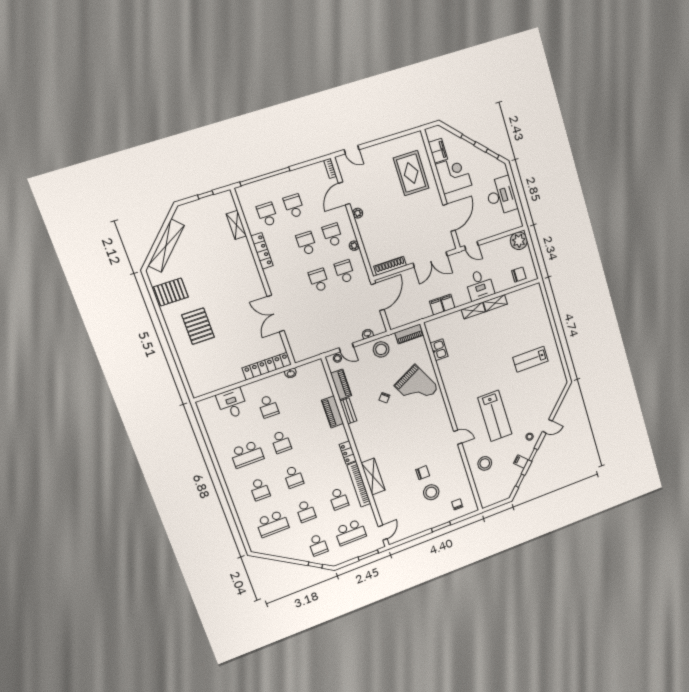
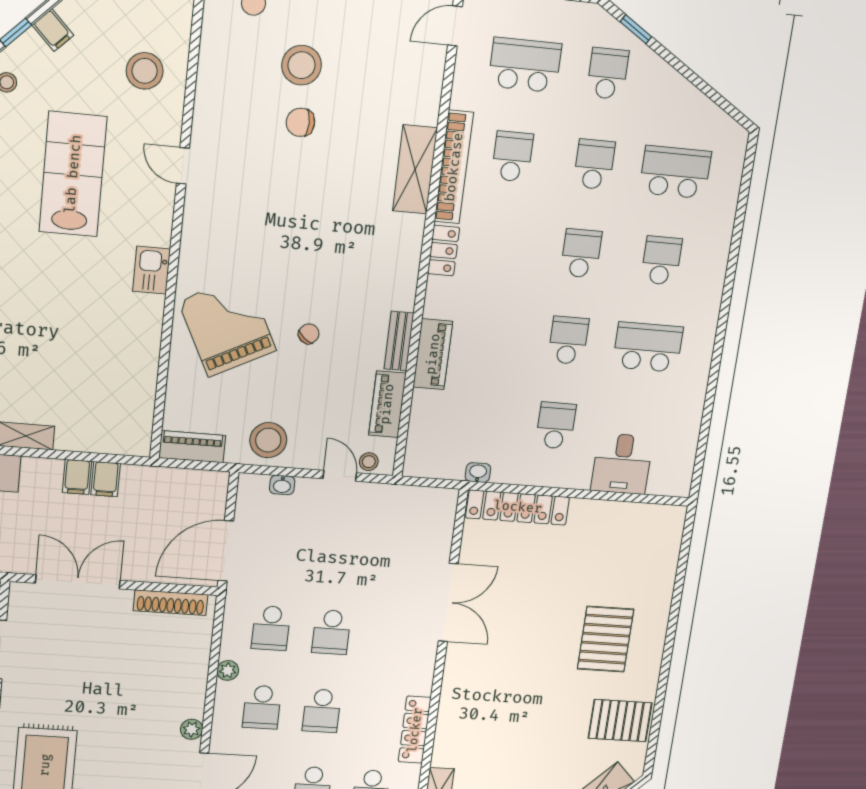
kitchen sink: (439, 350) -> (151, 270), moved

